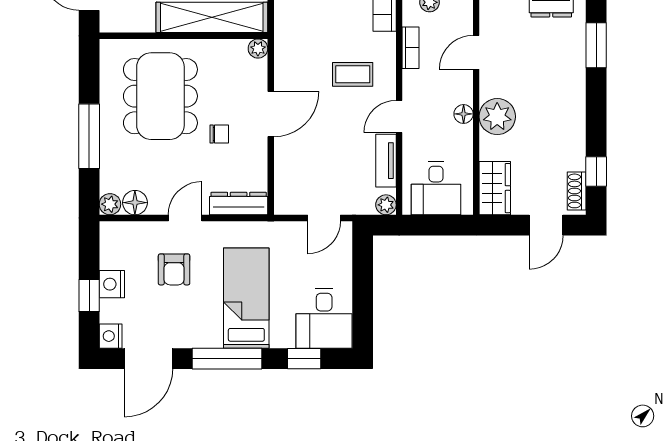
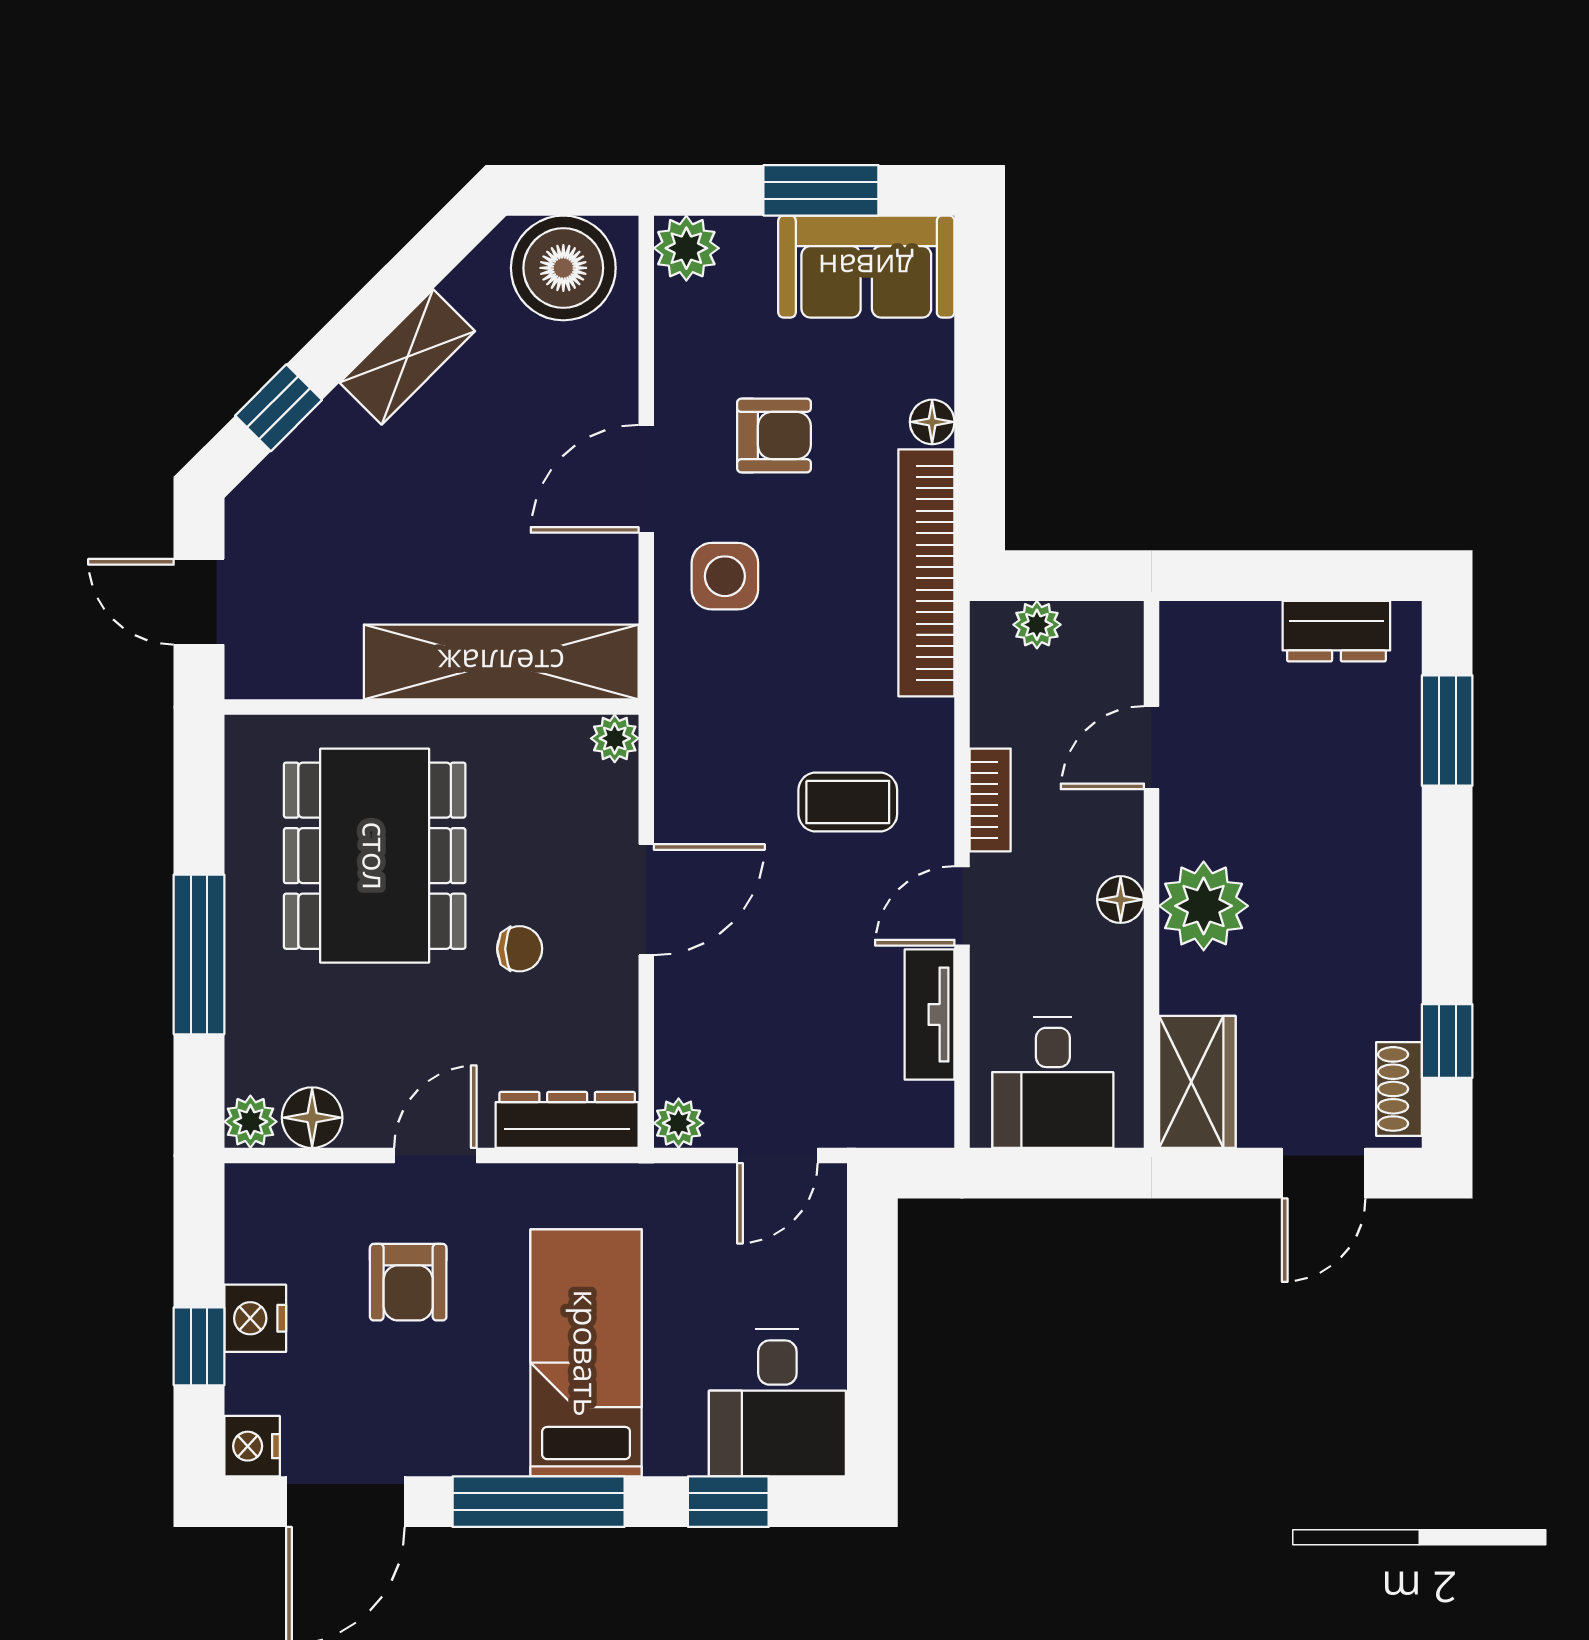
bookcase: (411, 48) -> (990, 800), moved
plant: (386, 205) -> (679, 1123), moved

